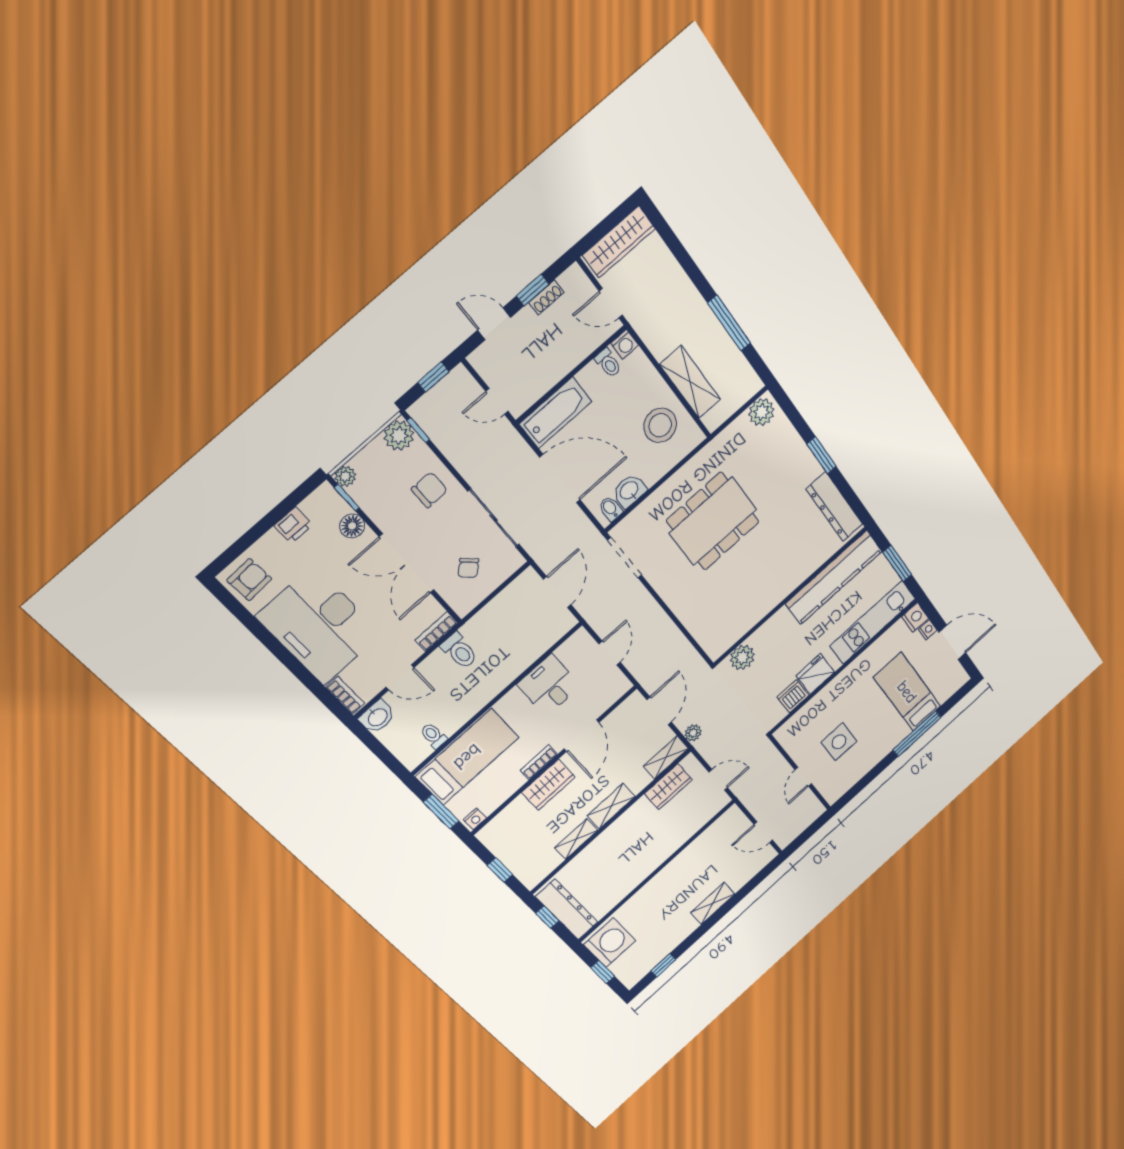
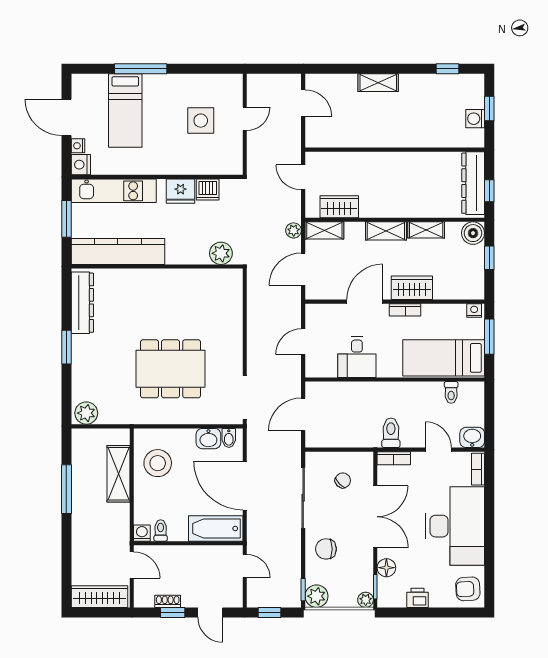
boiler: (532, 874) -> (473, 233), added
washing machine: (610, 943) -> (475, 119), width x0.53, depth x0.53

